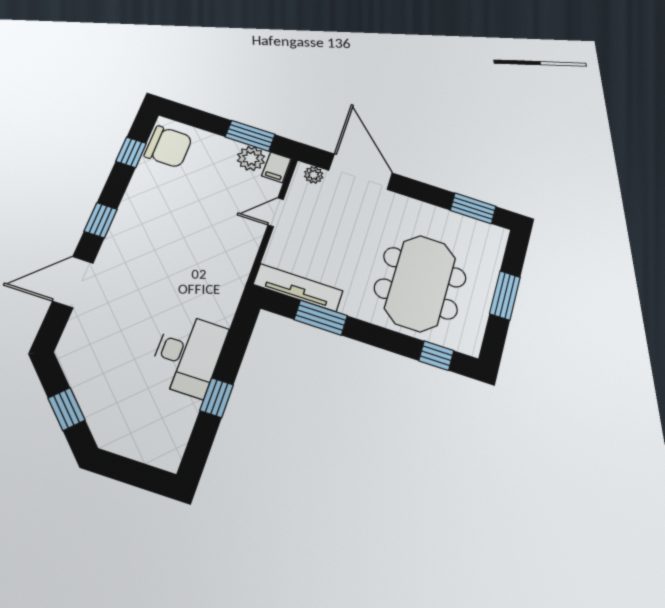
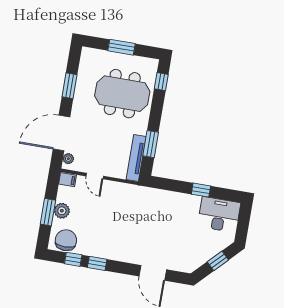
window: (250, 136) -> (48, 212), moved
plant: (251, 158) -> (62, 211), moved
window: (473, 208) -> (70, 86), moved
window: (101, 220) -> (97, 263), moved
desk: (188, 355) -> (219, 215), moved

